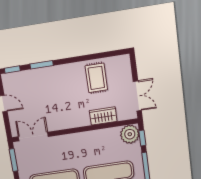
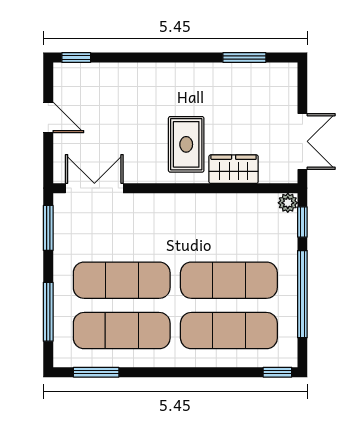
window: (42, 65) -> (244, 57), moved
rug: (96, 78) -> (186, 144), moved
plant: (130, 134) -> (288, 203), width x0.53, depth x0.53

